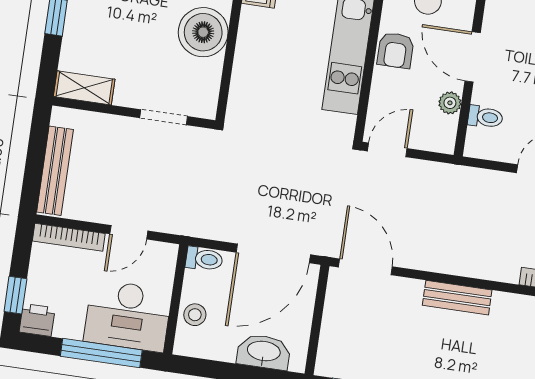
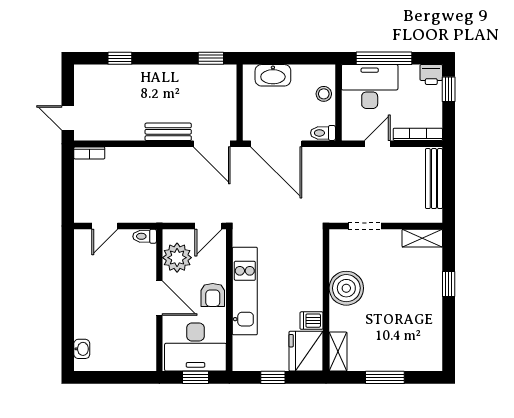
armchair: (396, 50) -> (213, 295), turned 180
plant: (450, 103) -> (177, 258), width x1.88, depth x1.88
toilet: (485, 117) -> (145, 236), moved
door: (273, 253) -> (276, 144), swing flipped
bench: (457, 298) -> (168, 132), moved

